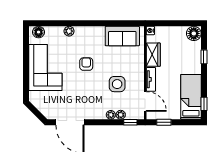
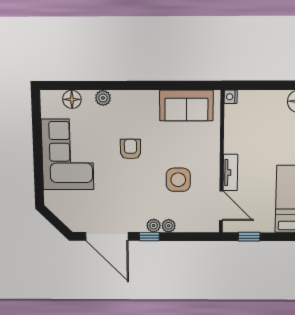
floor lamp: (39, 32) -> (72, 99), moved
wardrobe: (153, 55) -> (234, 135), removed
plant: (121, 115) -> (154, 226), moved
window: (130, 122) -> (149, 237), moved

